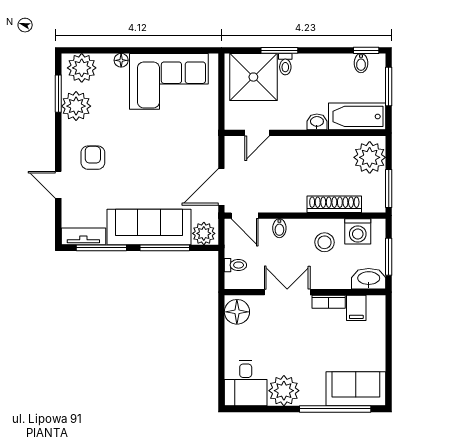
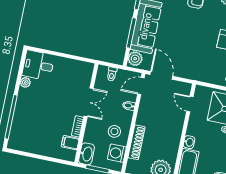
floor lamp: (237, 312) -> (83, 69), removed
sofa: (356, 389) -> (21, 132), removed
plant: (284, 391) -> (25, 82), width x0.53, depth x0.53

